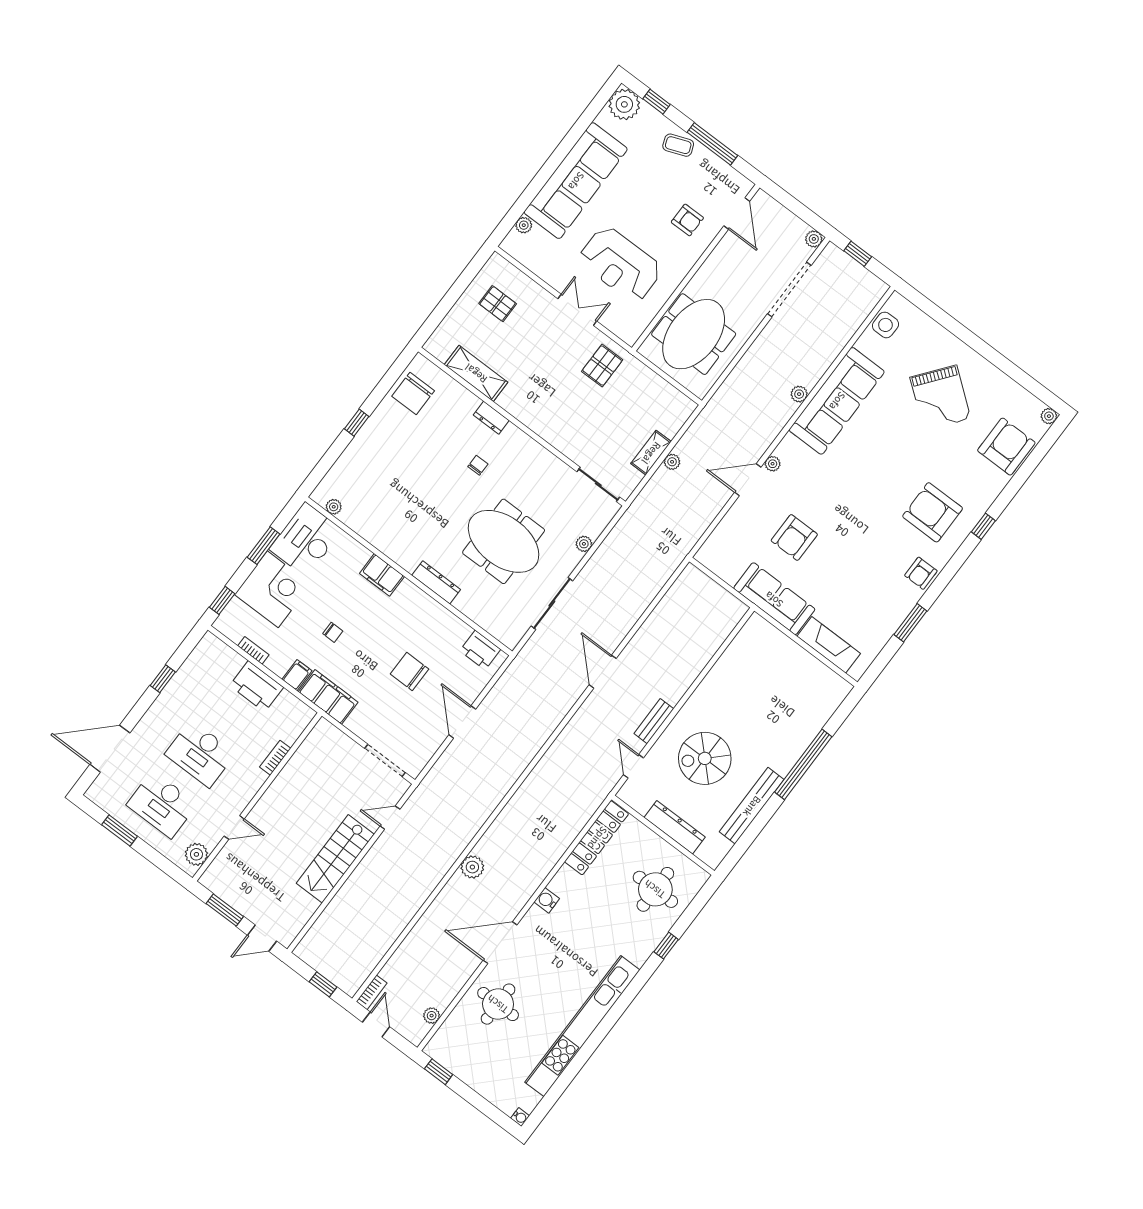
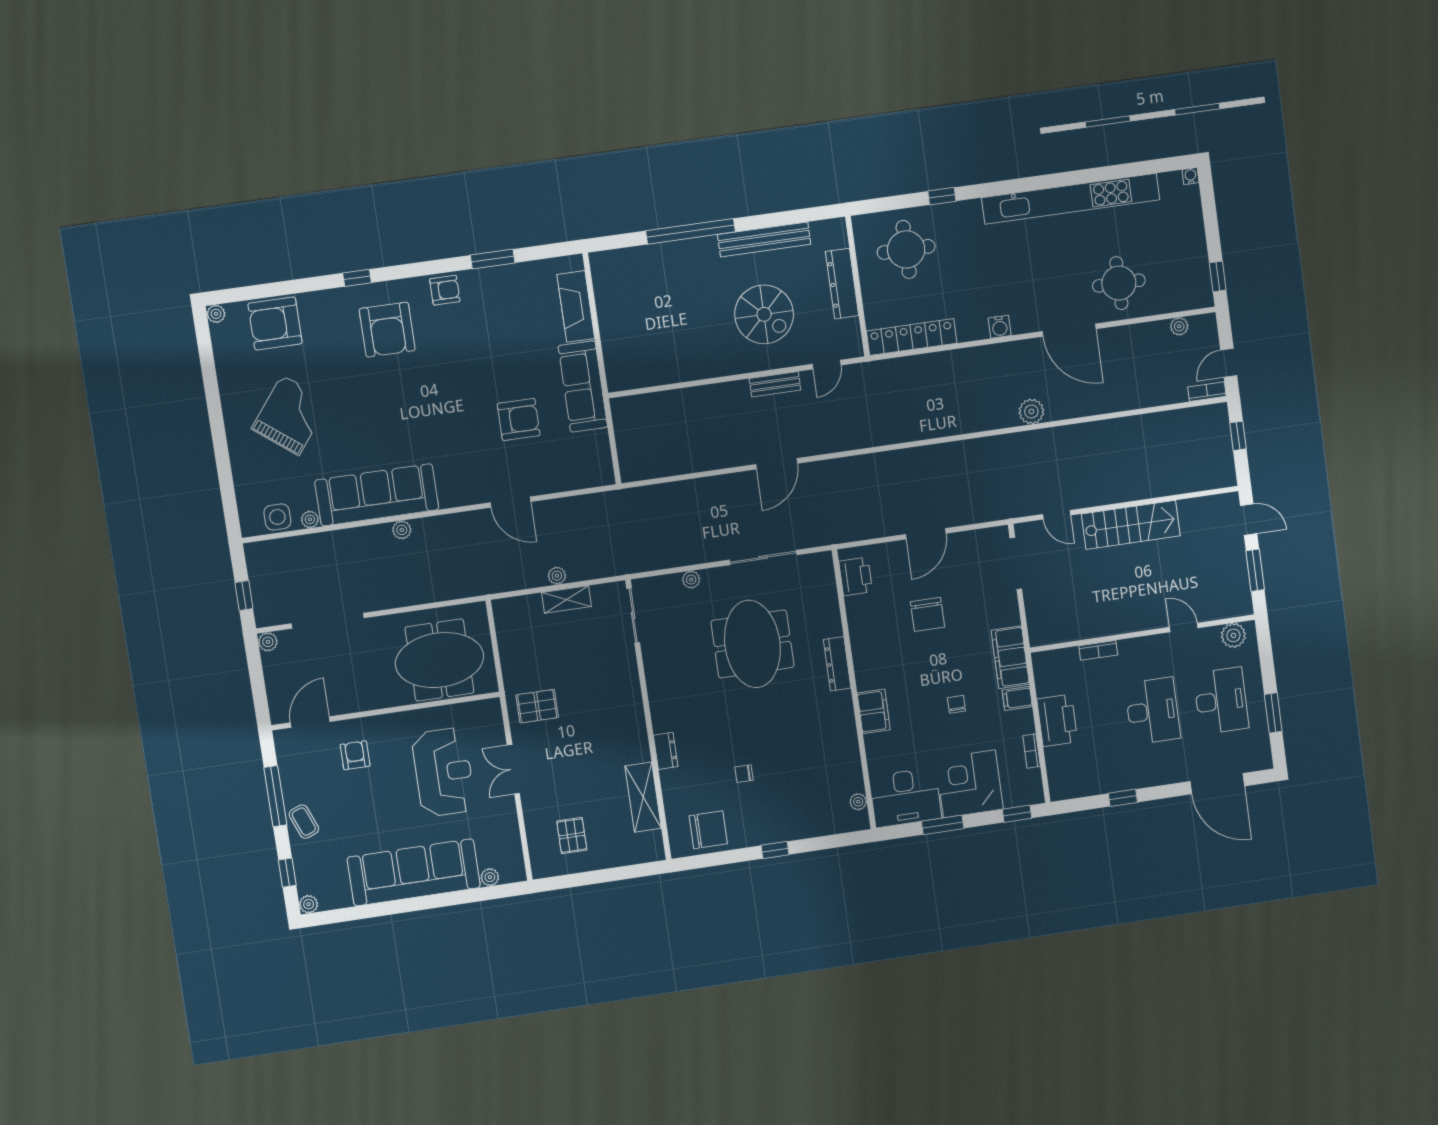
plant: (624, 104) -> (309, 904), width x0.53, depth x0.53
plant: (773, 464) -> (310, 519), moved
chair: (478, 465) -> (744, 774), moved

